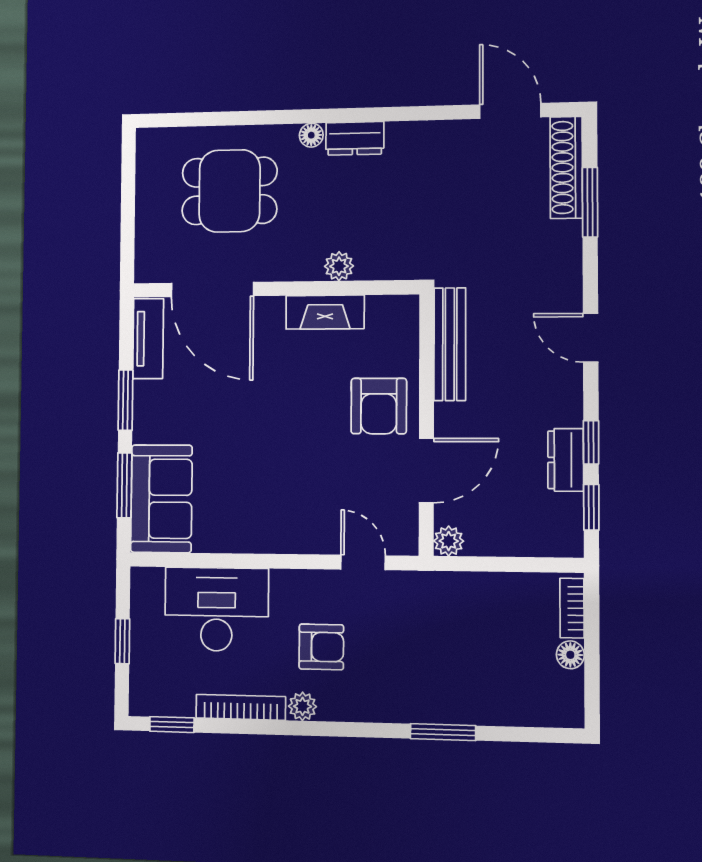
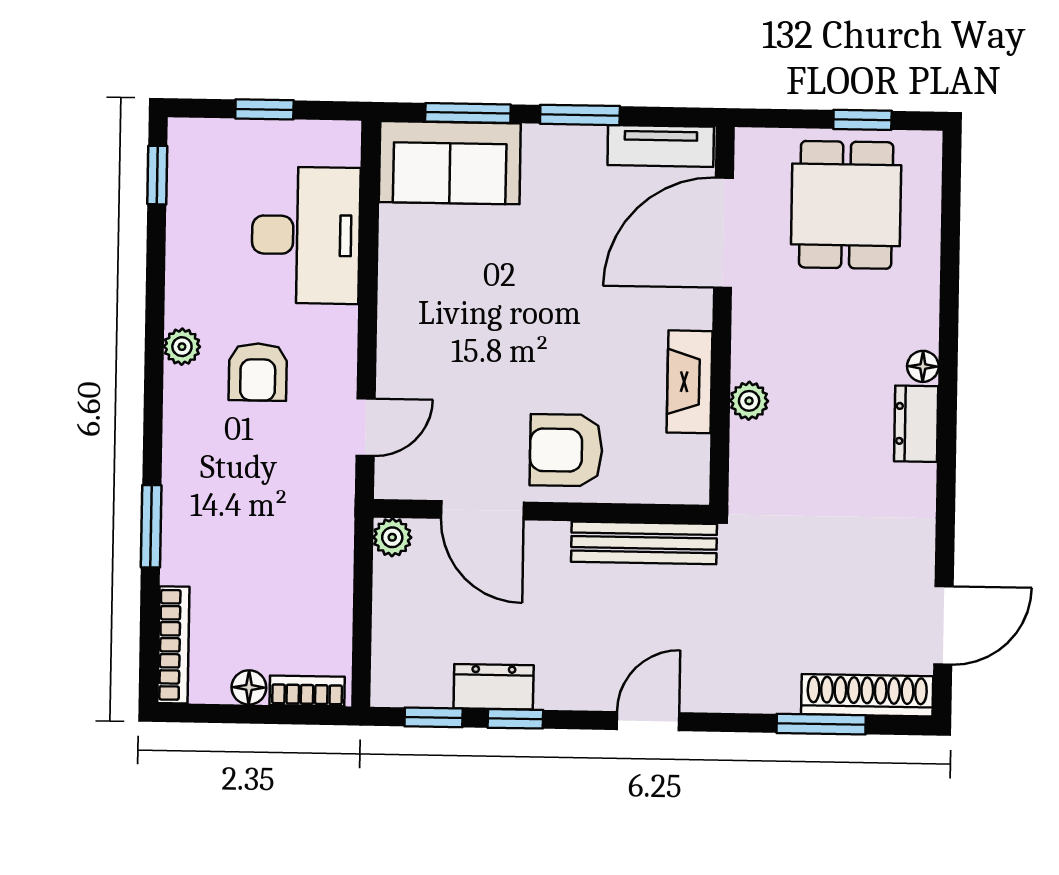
window: (128, 188) -> (862, 120), added
dining table: (230, 191) -> (846, 205), moved
bookcase: (241, 707) -> (173, 645), moved

